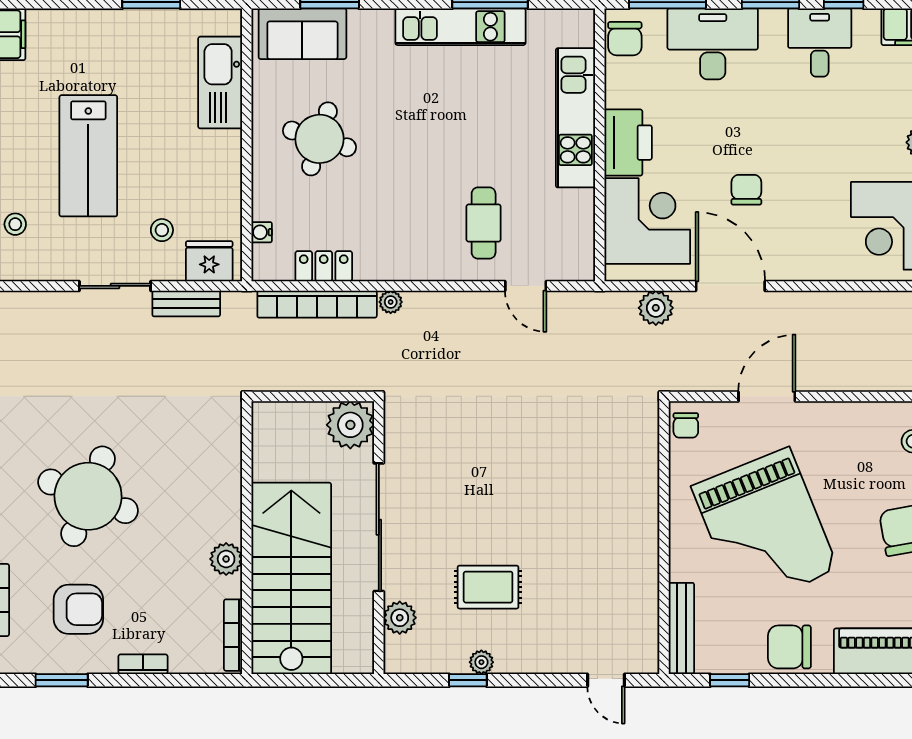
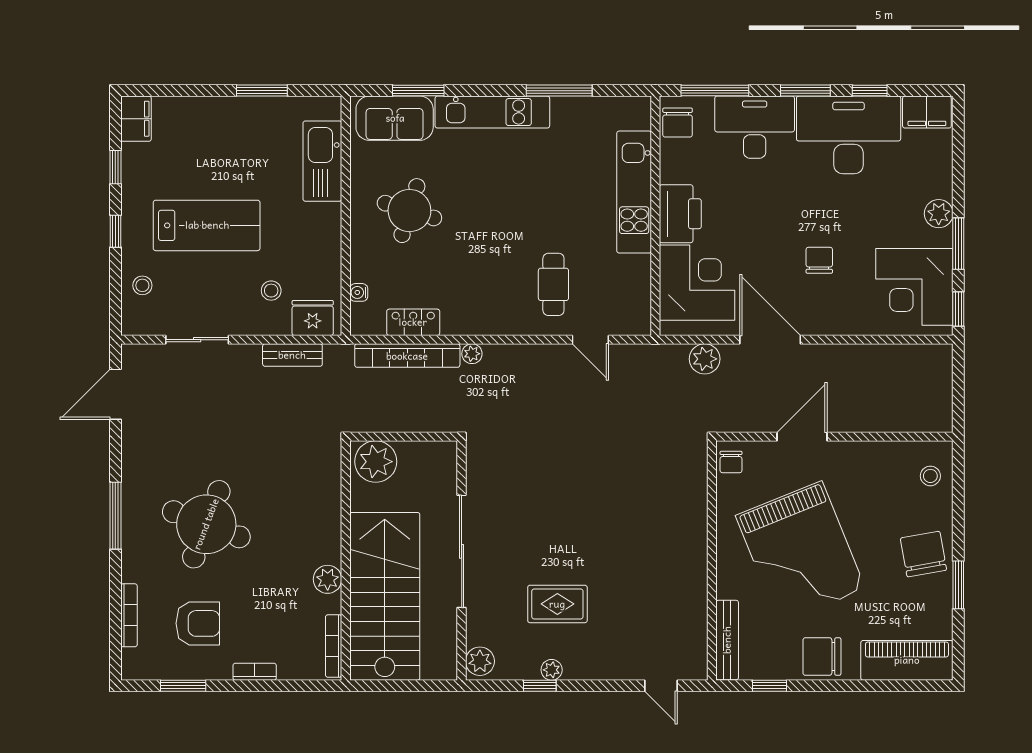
kitchen unit: (460, 27) -> (492, 112), moved
desk: (820, 42) -> (849, 135), width x1.87, depth x1.30
lab bench: (88, 156) -> (207, 225), turned -90
chair: (746, 190) -> (819, 260), moved
sliding door: (115, 286) -> (197, 340), moved
plant: (350, 425) -> (376, 462), moved
plant: (400, 618) -> (480, 661), moved

